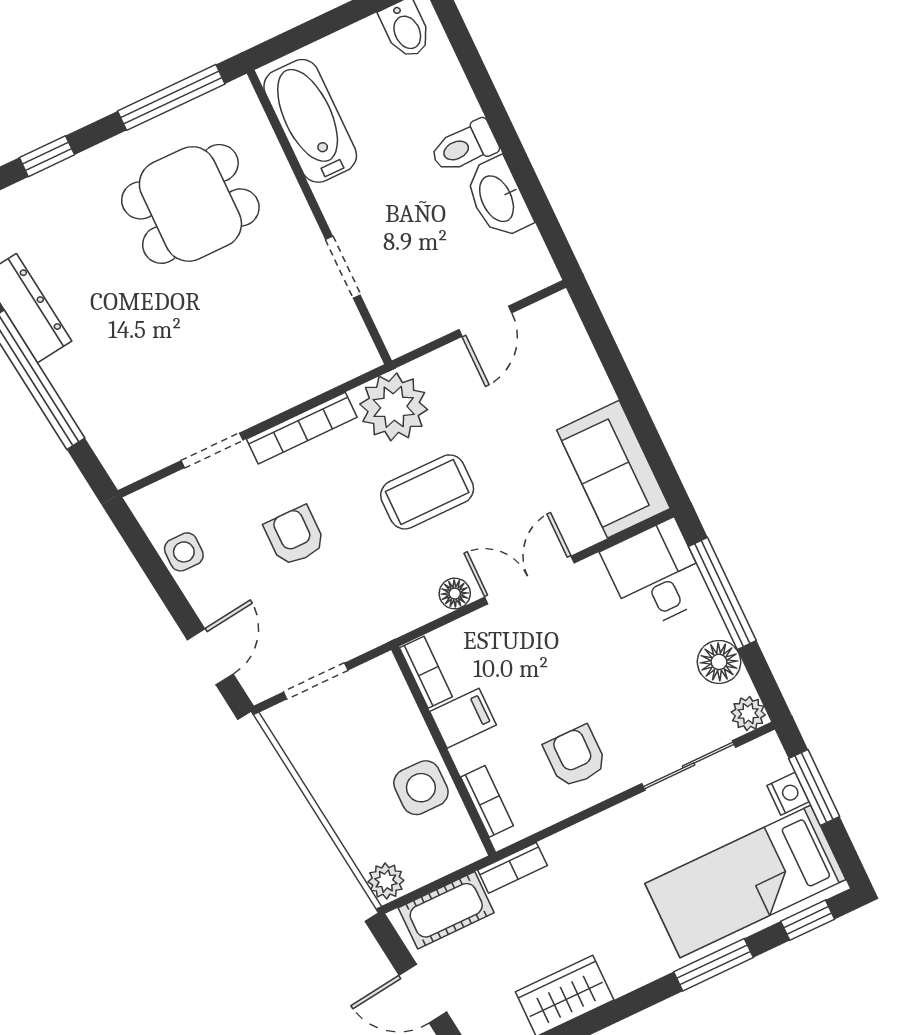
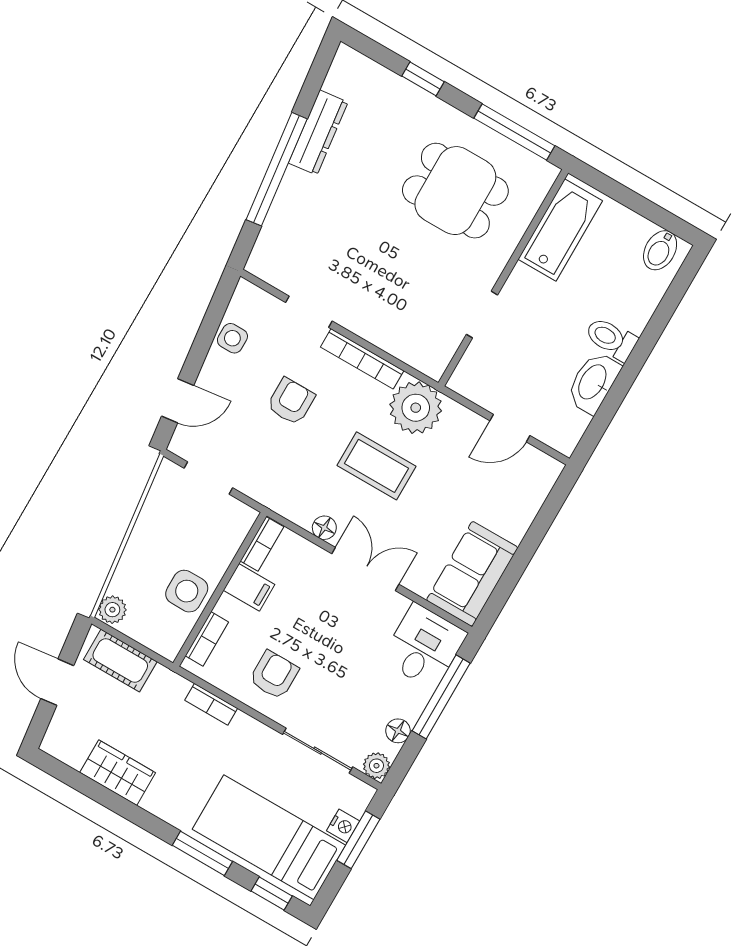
floor lamp: (719, 662) -> (398, 731), width x0.73, depth x0.73
bookcase: (512, 868) -> (211, 704), moved

